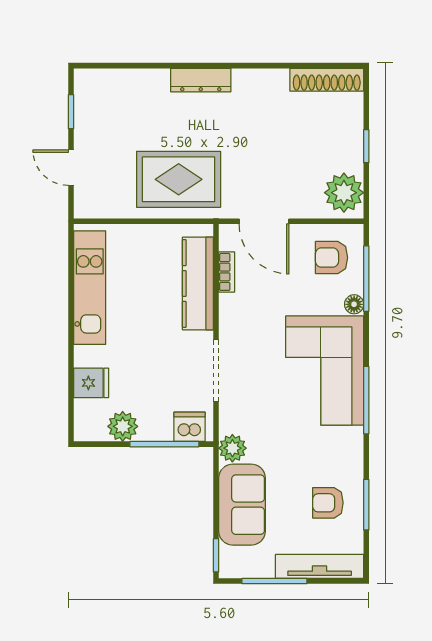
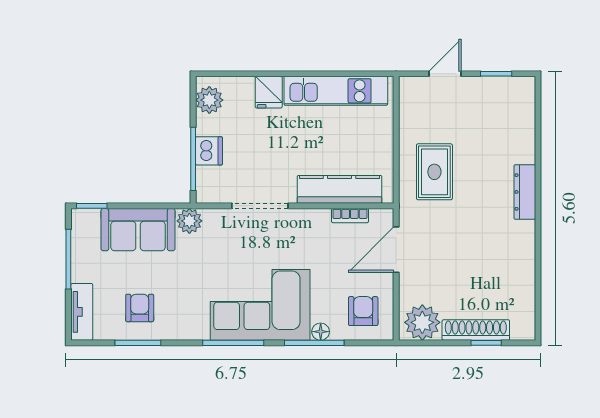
shoe rack: (327, 80) -> (476, 330), moved, turned 90
window: (366, 146) -> (486, 343), moved
rug: (179, 179) -> (434, 172), width x0.73, depth x0.70
window: (366, 279) -> (314, 343), moved
fridge: (91, 383) -> (269, 92), moved
plant: (123, 426) -> (209, 100), moved
dishwasher: (190, 427) -> (209, 151), moved
tv unit: (320, 566) -> (82, 312), width x0.71

